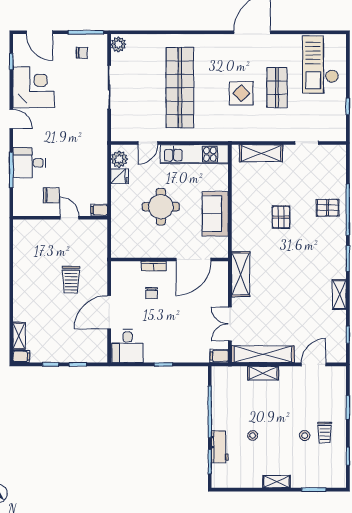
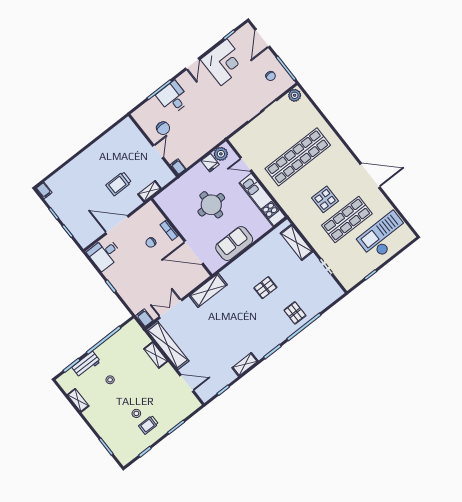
shop shelf: (277, 88) -> (347, 219), width x1.43, depth x1.36
shelving: (19, 336) -> (149, 191), moved
shelving: (277, 482) -> (78, 400), moved

